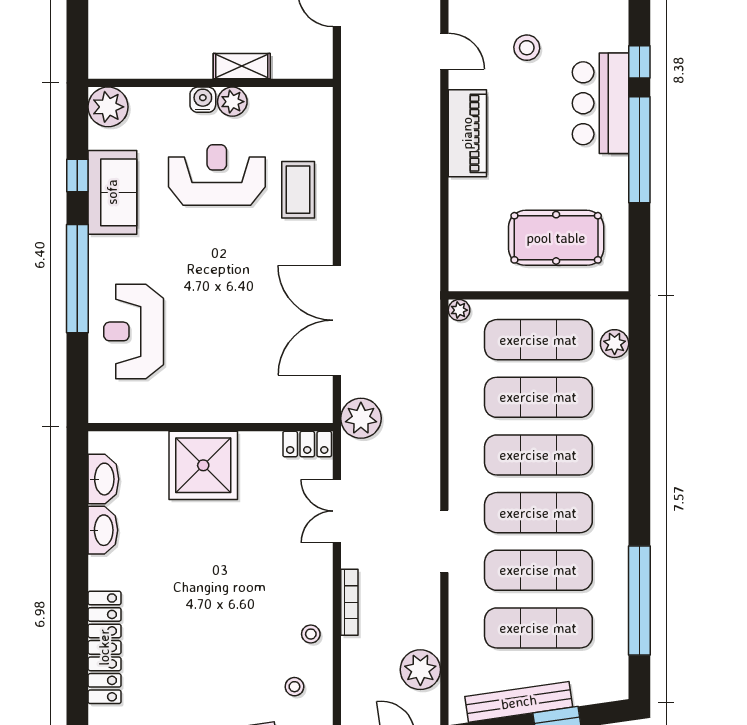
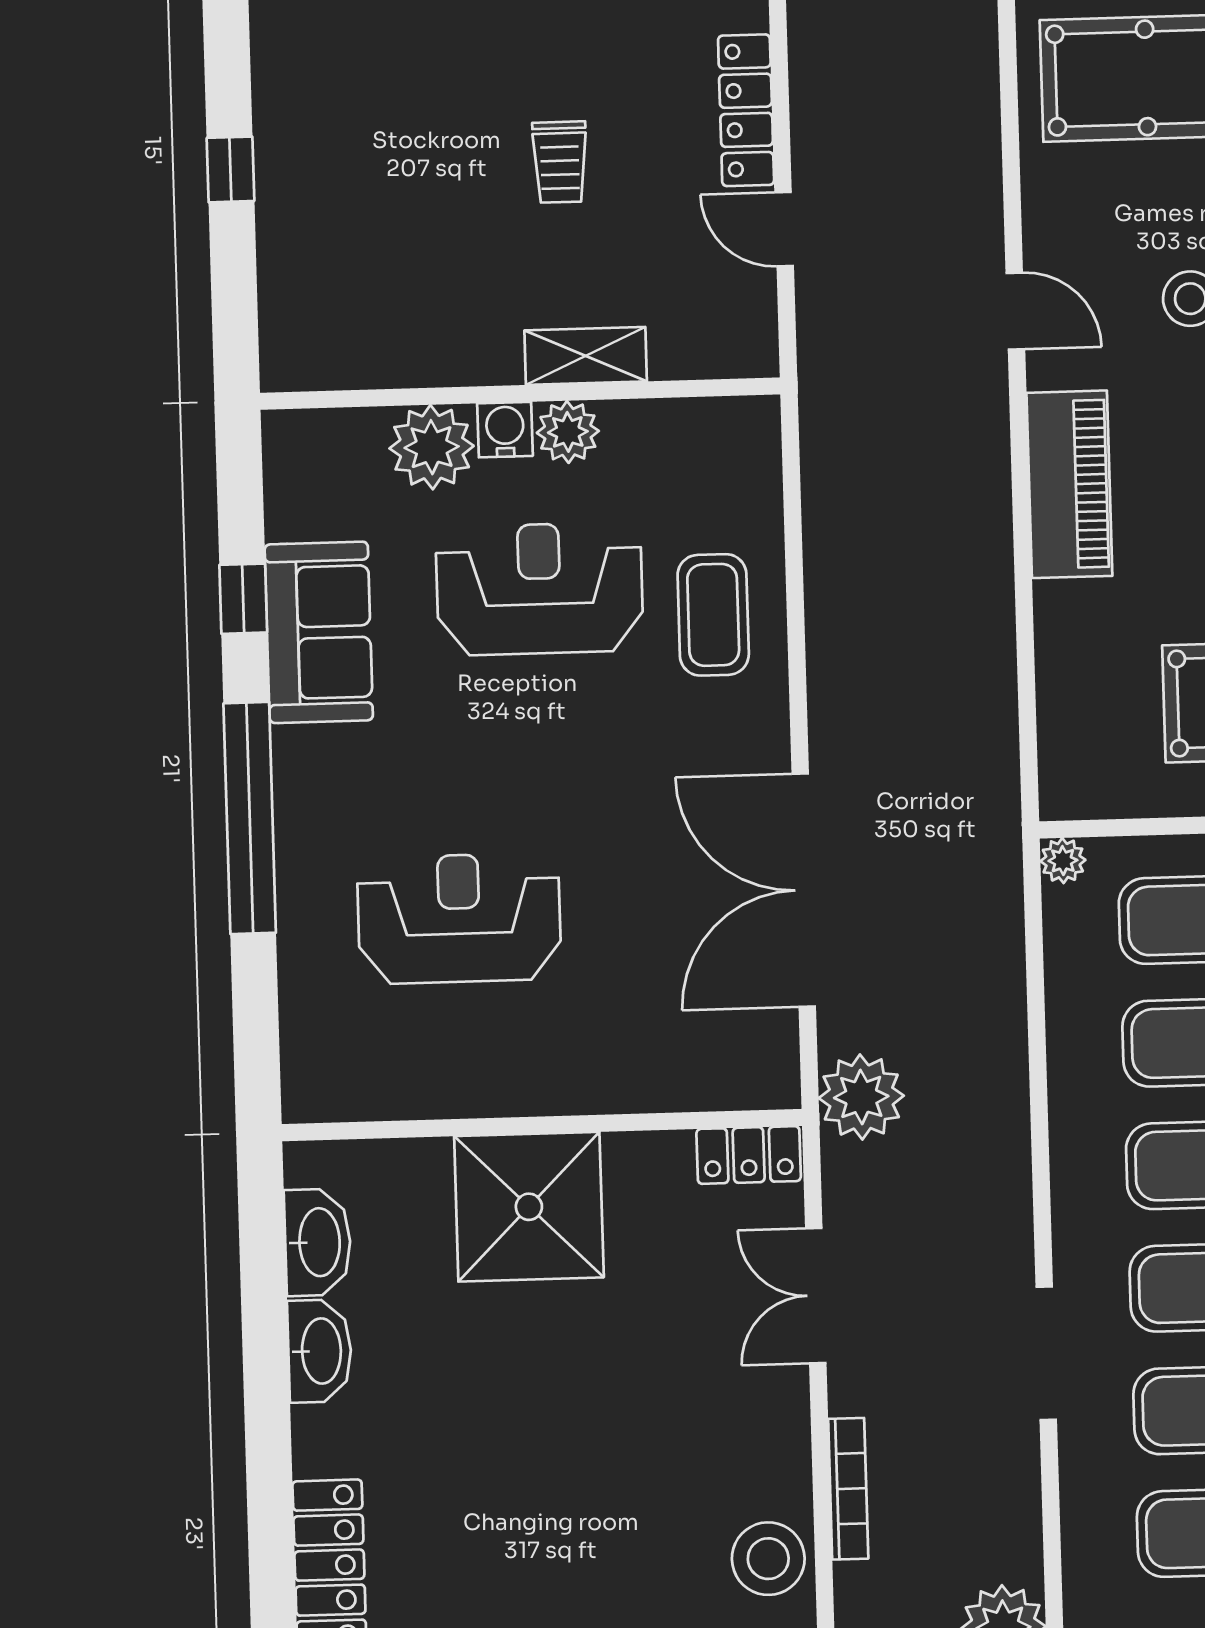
plant: (108, 107) -> (432, 447), moved
reception desk: (134, 331) -> (459, 919), moved, turned 90
stool: (311, 634) -> (768, 1559), width x1.89, depth x1.89

